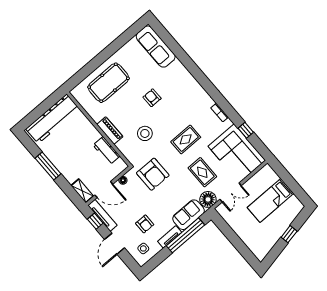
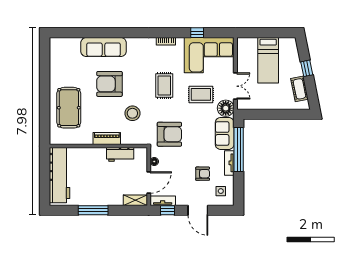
sofa: (156, 47) -> (104, 47), moved
armchair: (152, 98) -> (109, 84), width x1.88, depth x1.88
tv unit: (102, 215) -> (163, 201), width x0.71
cot: (269, 242) -> (299, 89), added

